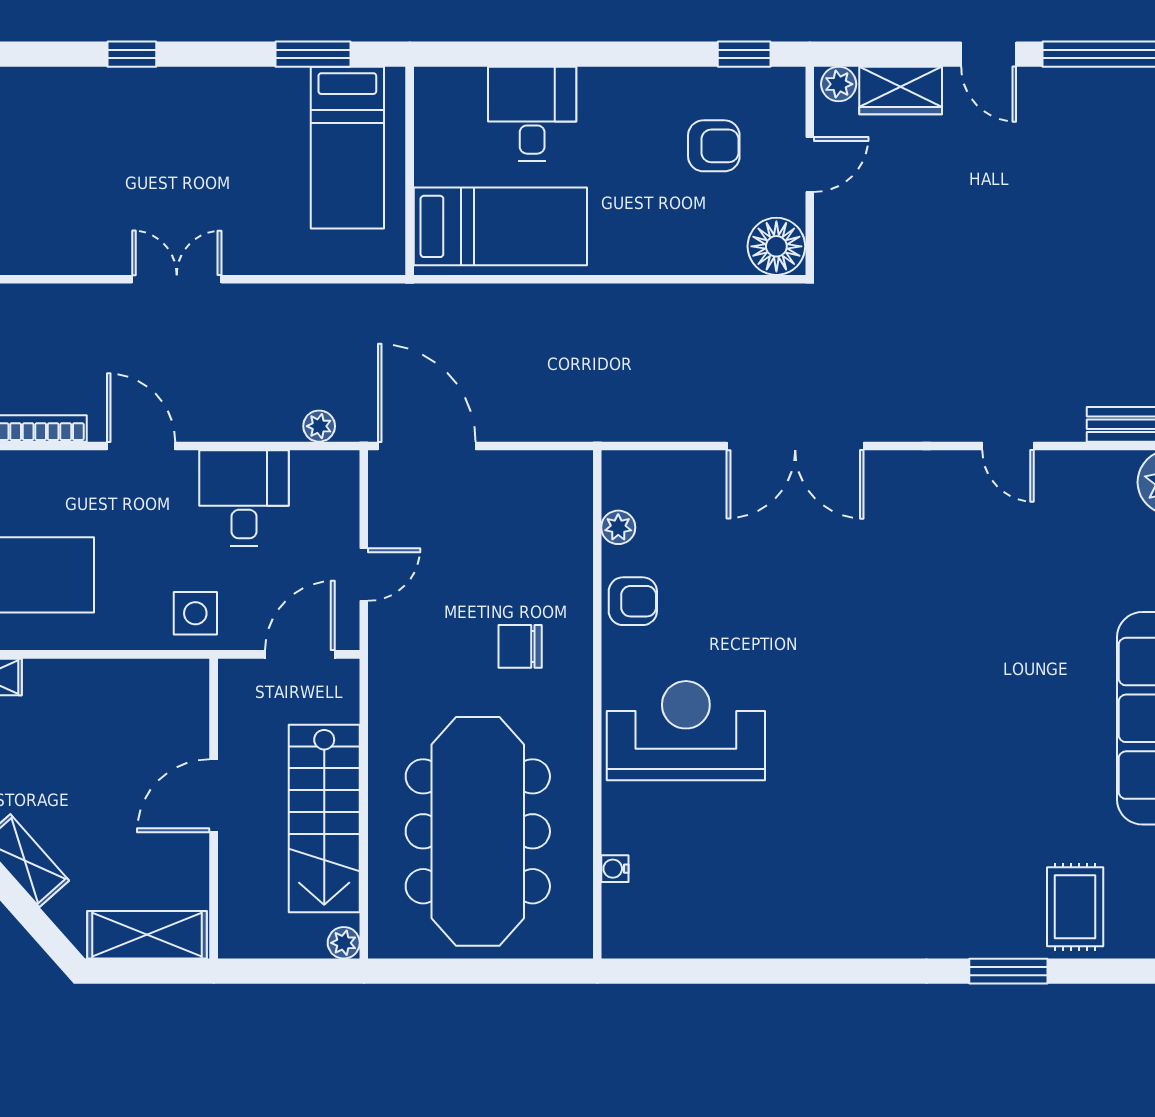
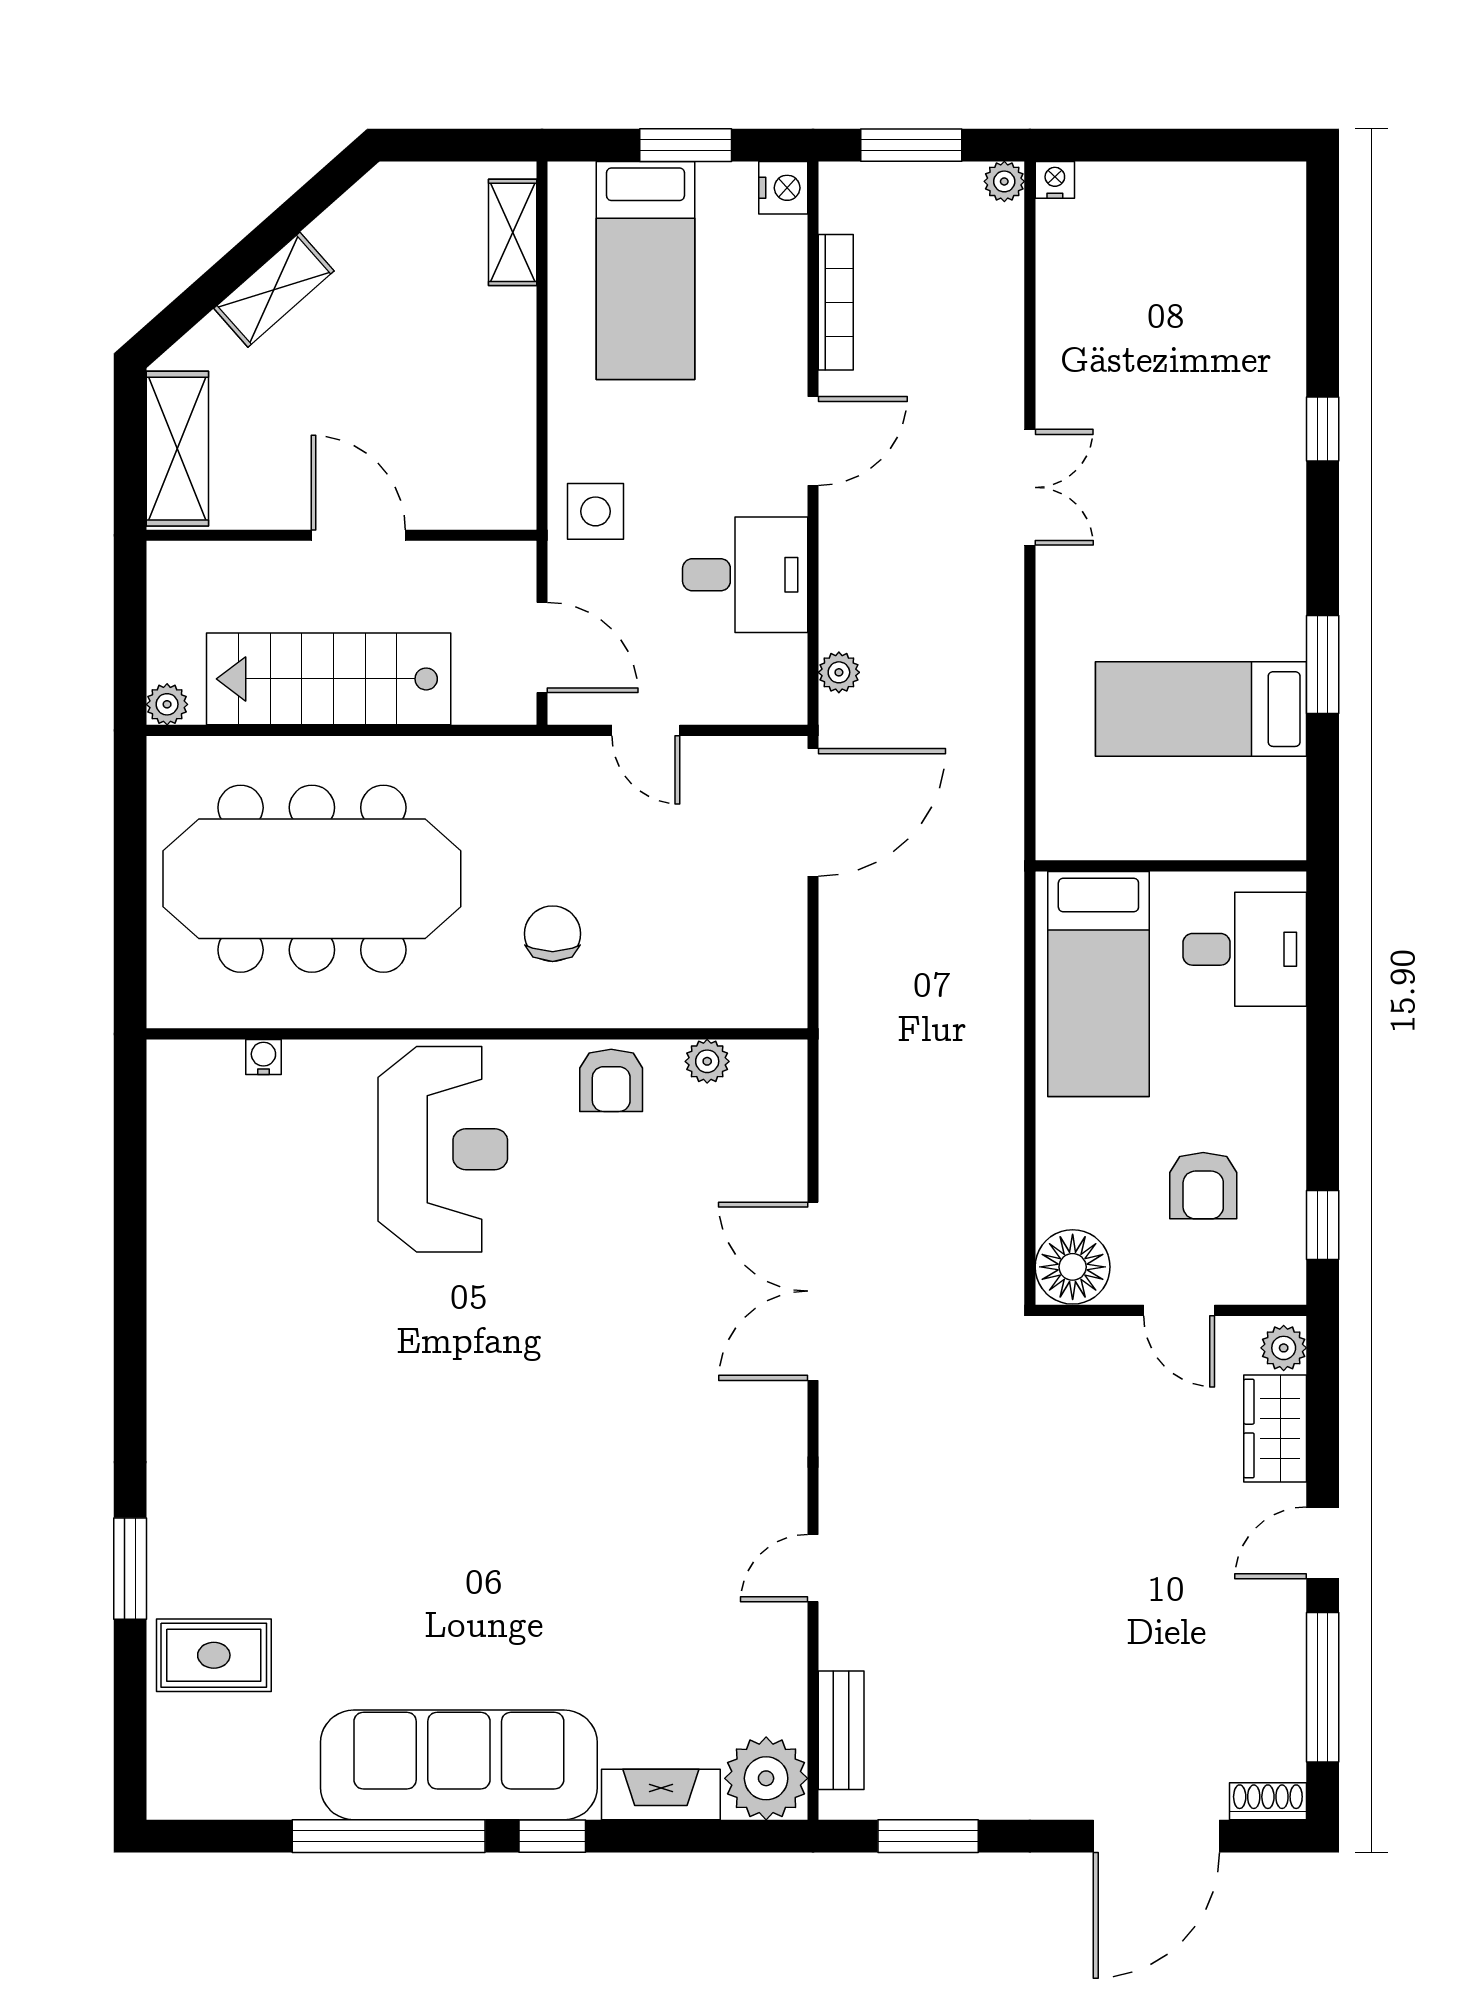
wall: (410, 171) -> (1171, 866), moved
bed: (500, 226) -> (1098, 984), moved

